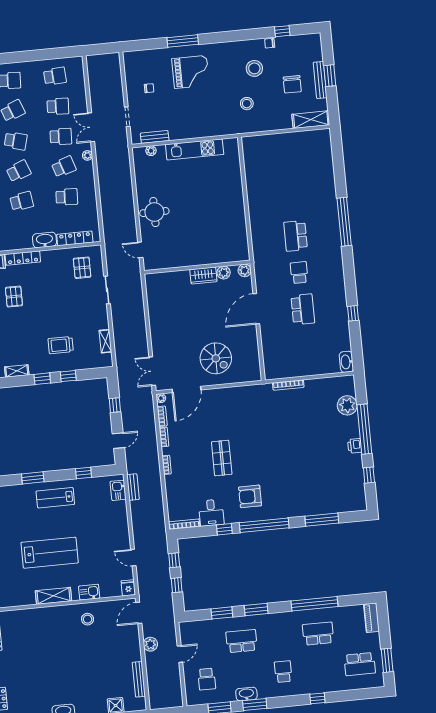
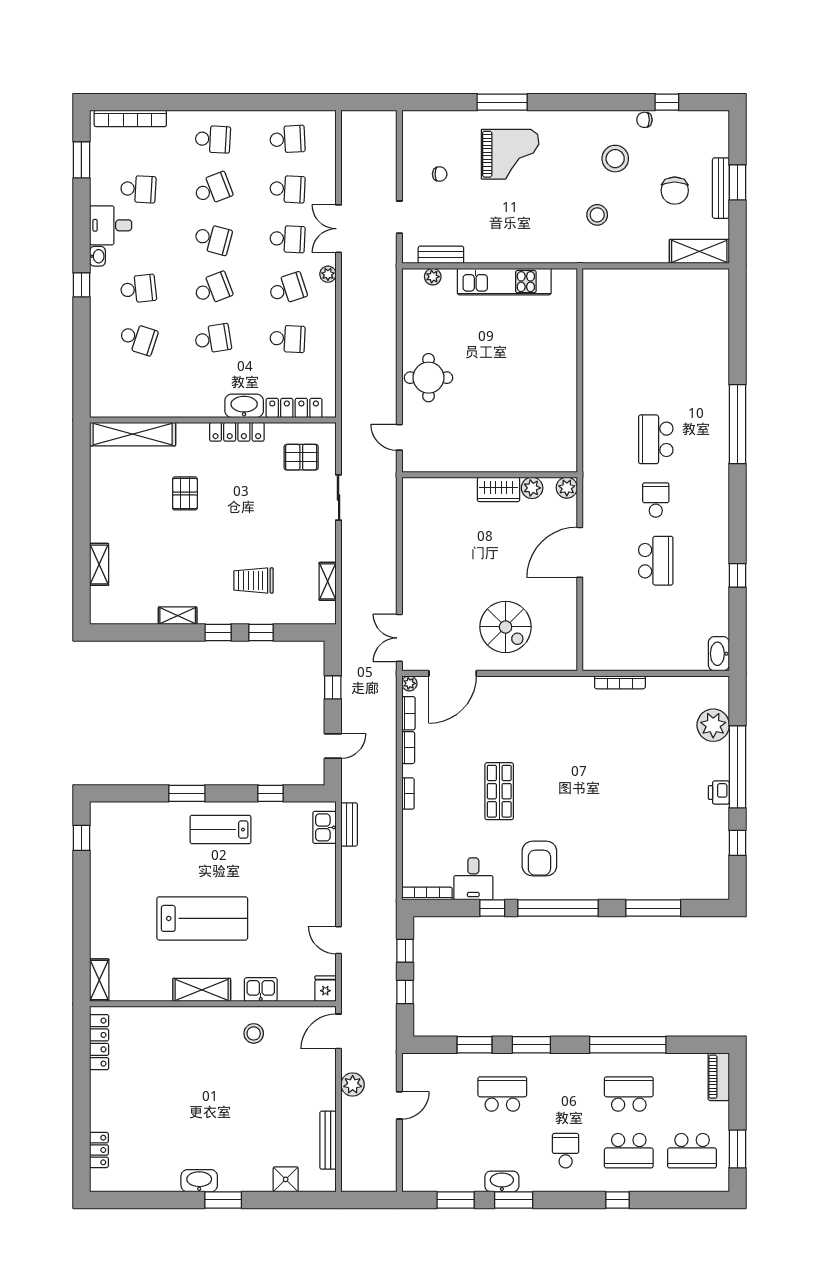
locker: (23, 258) -> (237, 432), moved
pallet: (82, 268) -> (301, 457), turned 90
armchair: (250, 496) -> (539, 859), turned -90
school desk: (207, 679) -> (629, 1151), moved, width x1.85

